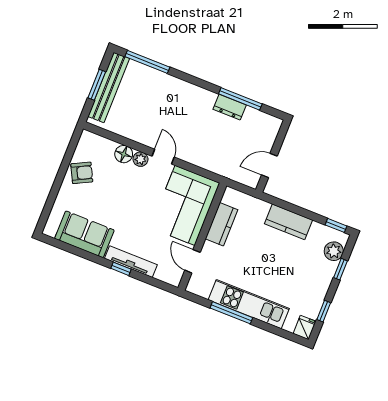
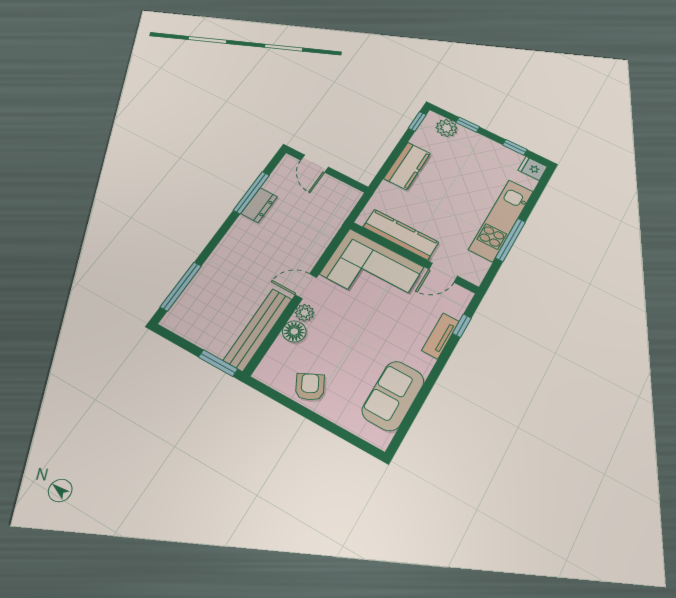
window: (97, 85) -> (218, 363), moved
bench: (109, 88) -> (258, 329), moved, turned 90
door: (269, 166) -> (314, 164), moved
kitchen counter: (221, 224) -> (401, 235), width x1.50
tv unit: (131, 262) -> (440, 336), width x0.71
window: (121, 269) -> (462, 326), moved

